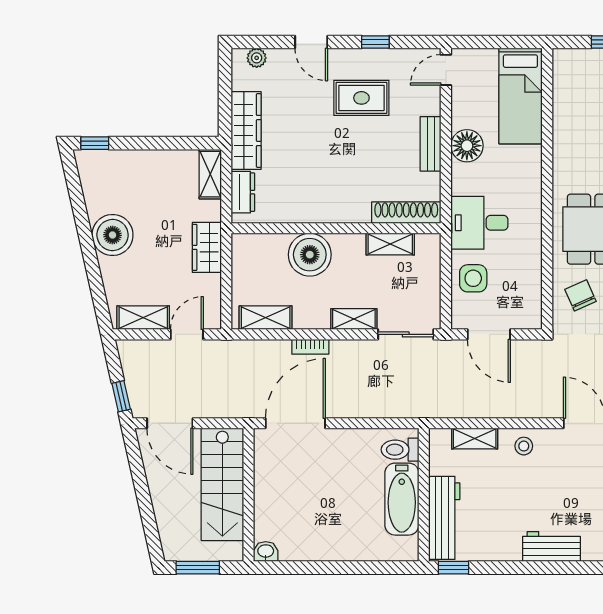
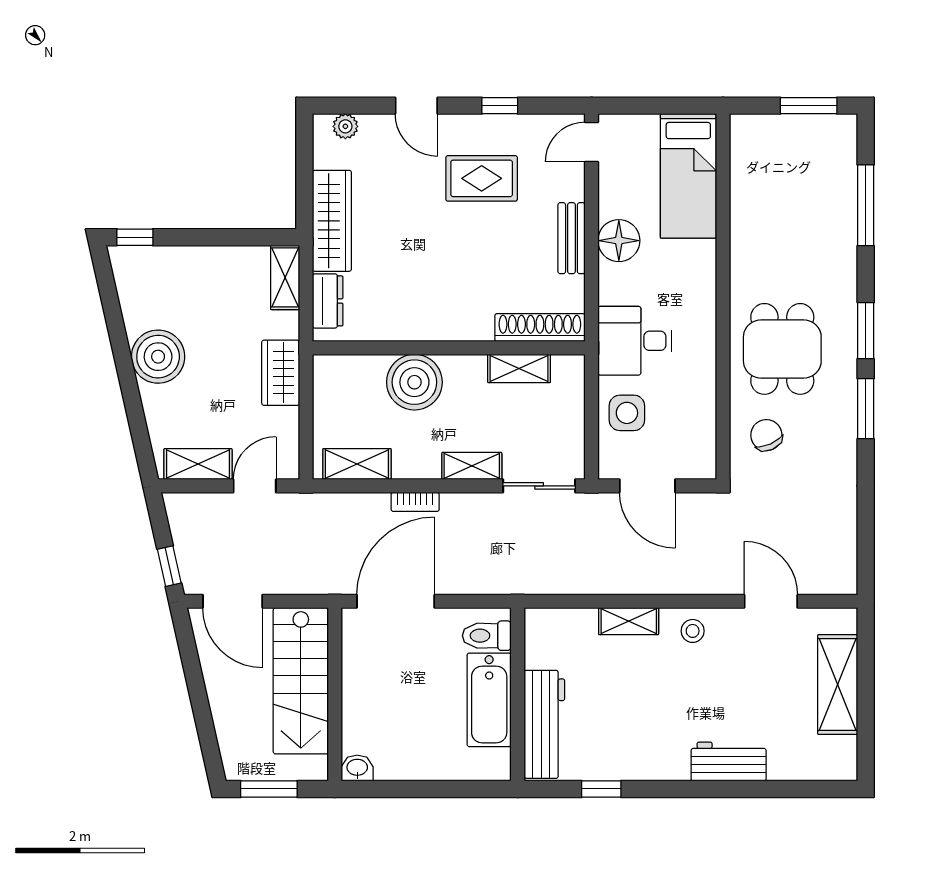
toilet: (400, 450) -> (487, 636), moved
wall: (424, 495) -> (518, 694), moved
bathtub: (402, 499) -> (489, 700), moved
workbench: (444, 518) -> (544, 724), moved

